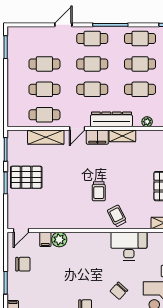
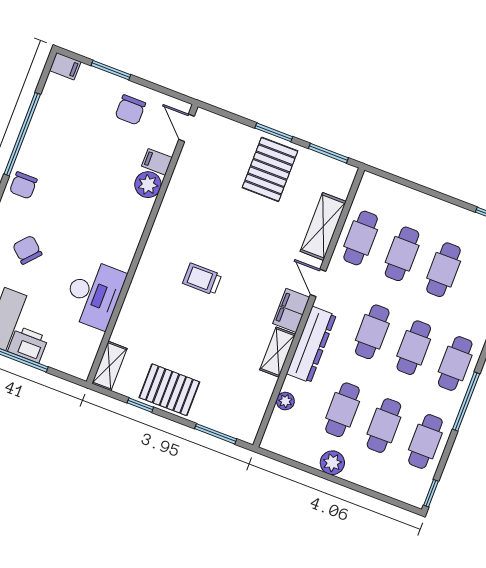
trolley: (117, 216) -> (150, 293), removed

